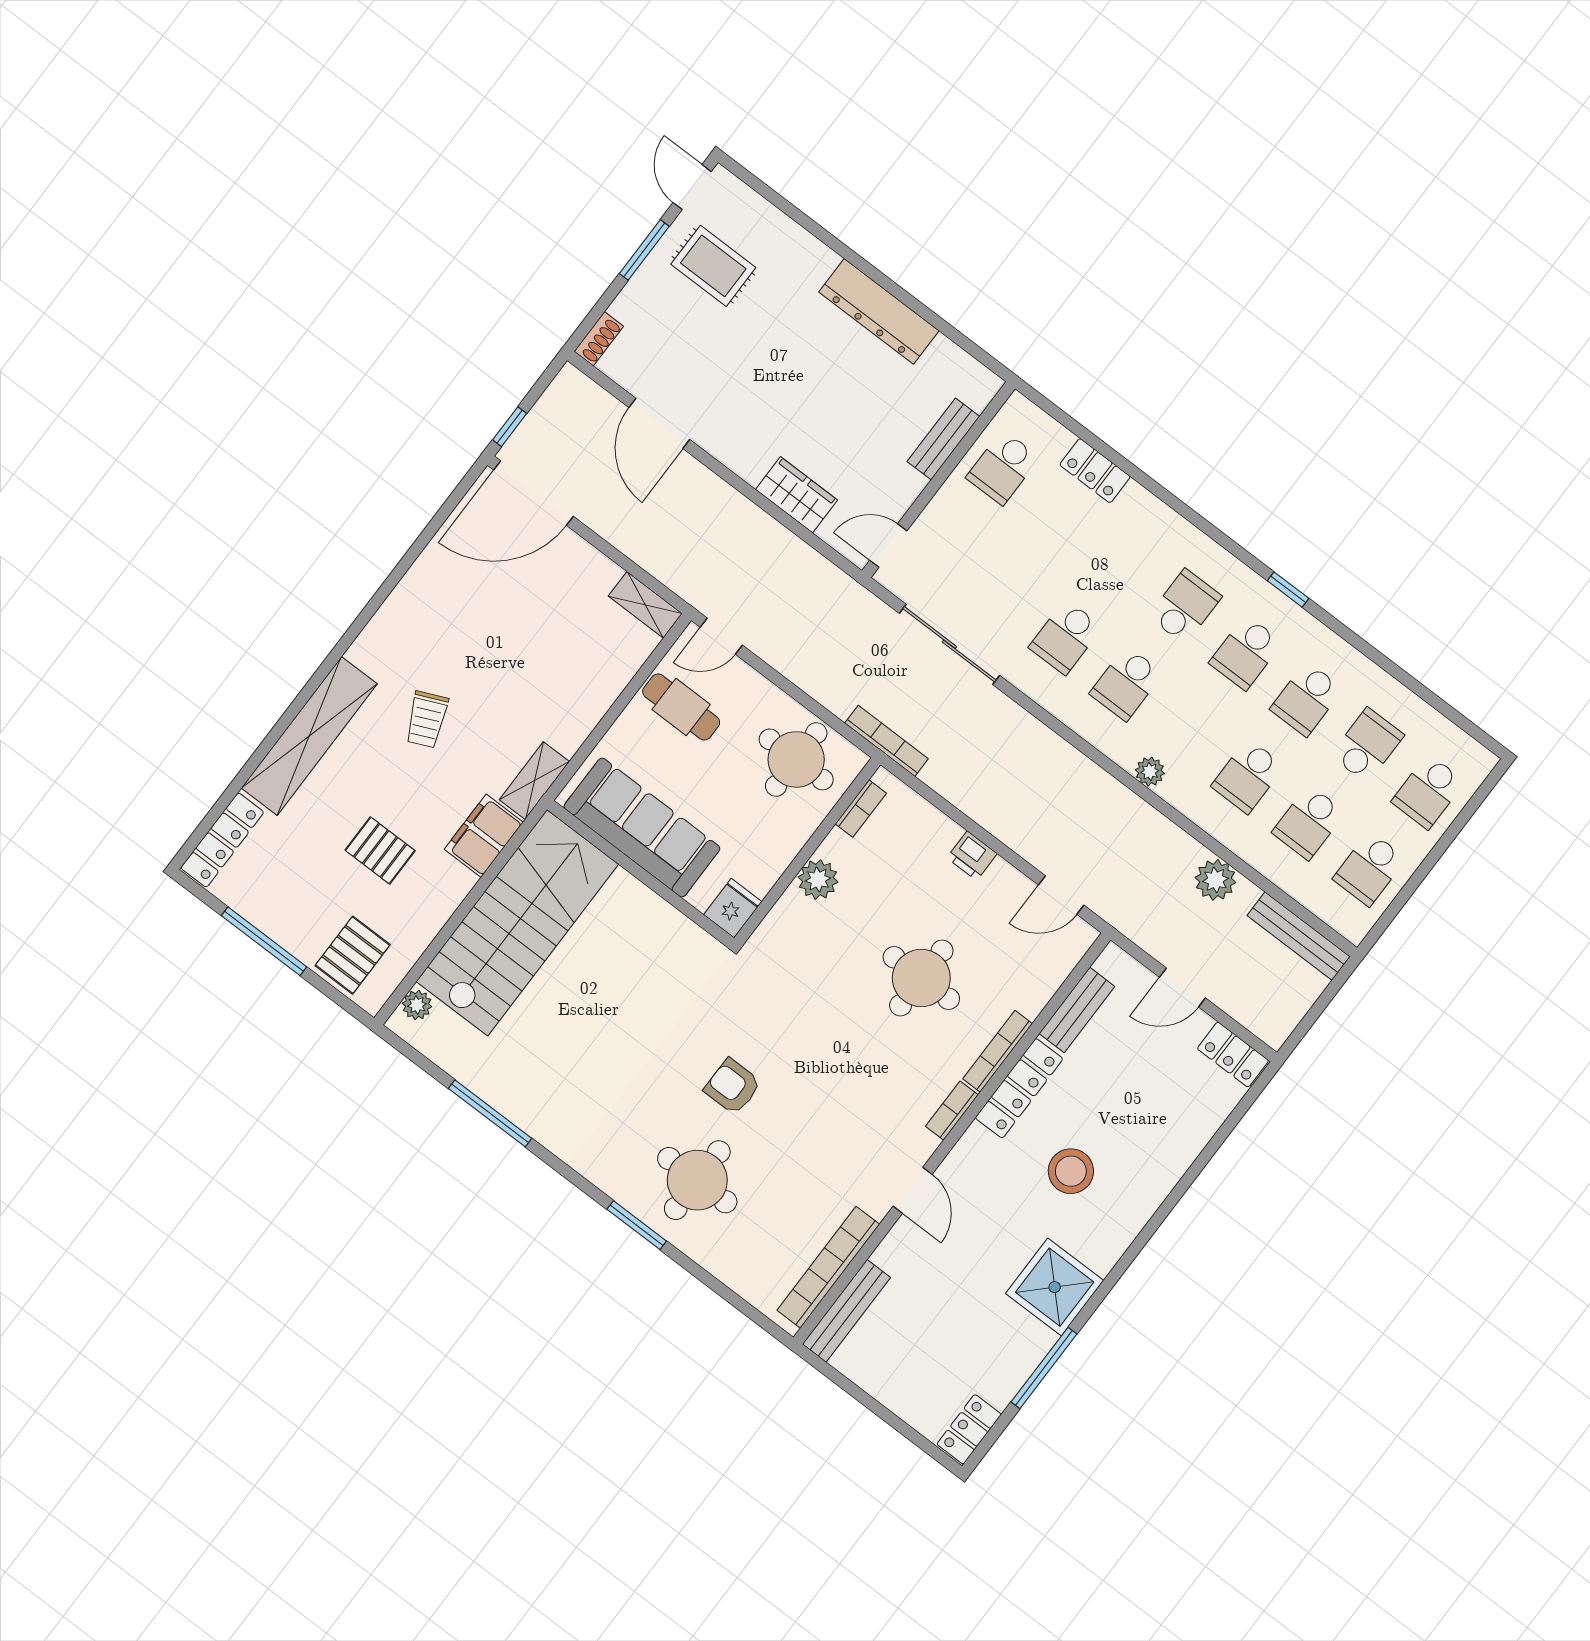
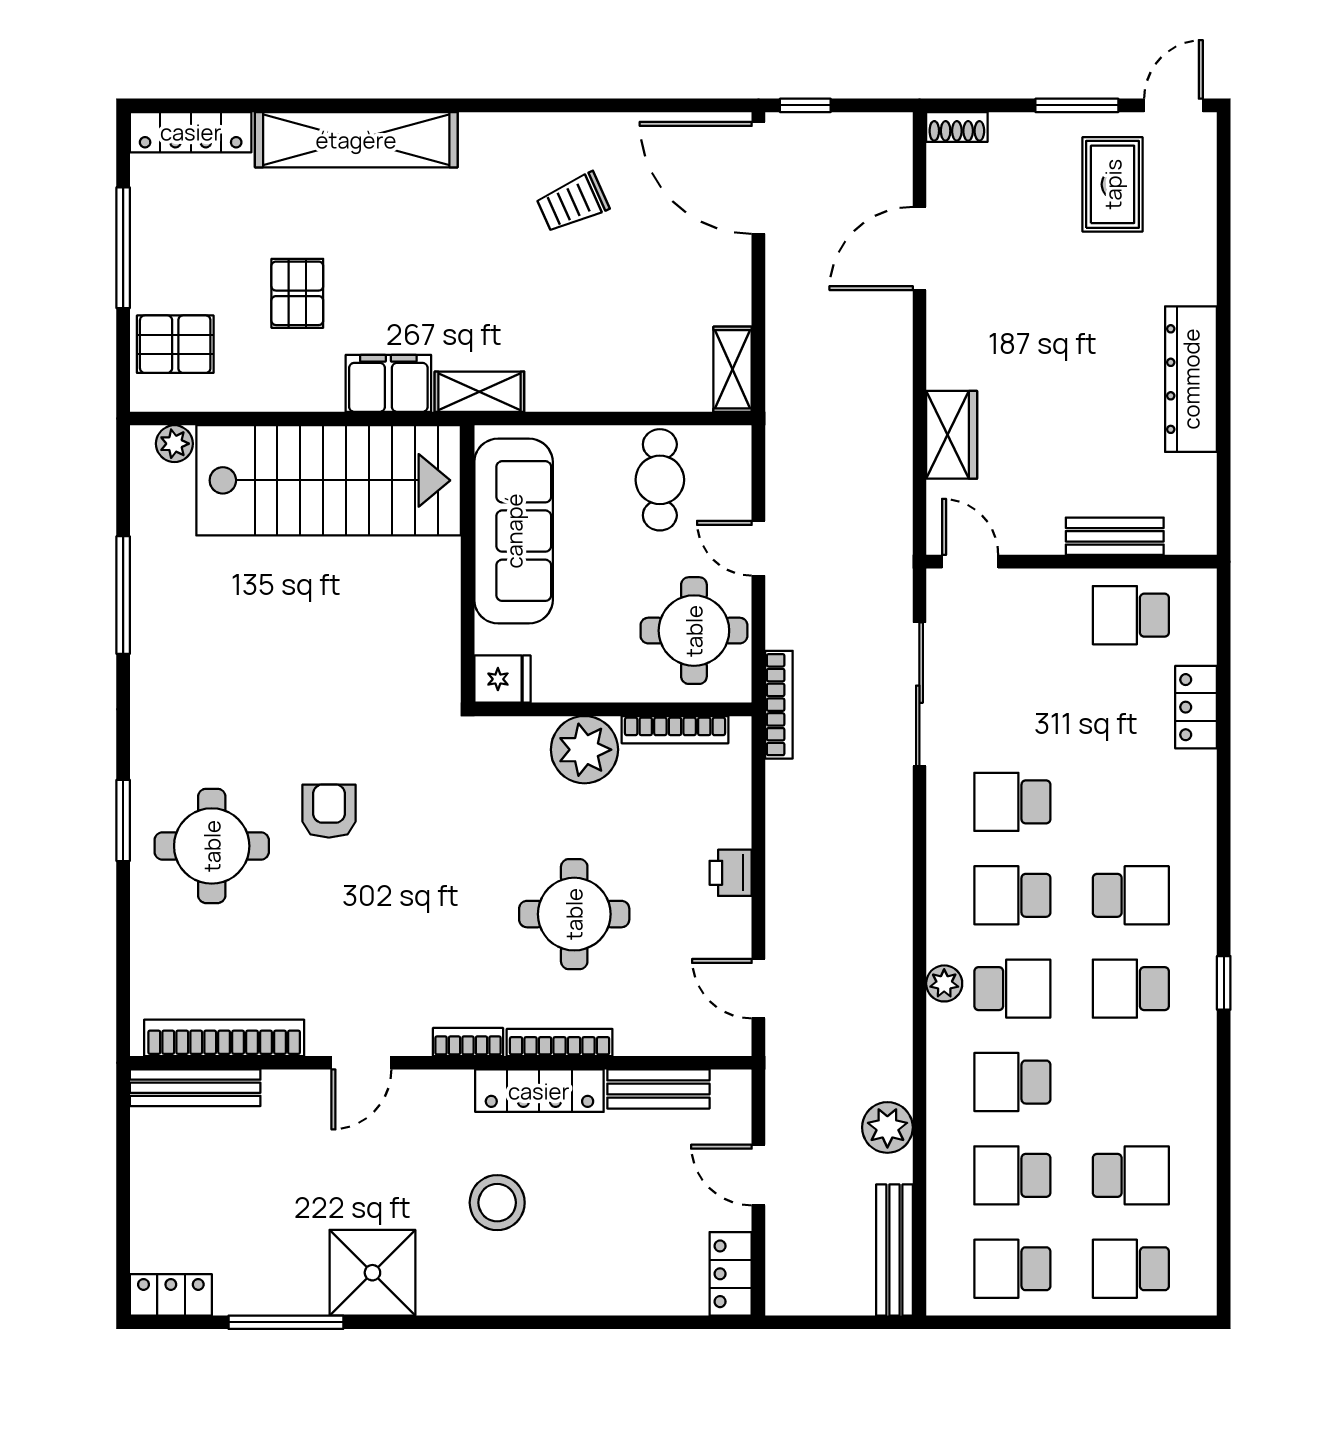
door: (721, 636) -> (758, 548), moved
school desk: (1307, 699) -> (1012, 989), moved, turned 180
trolley: (427, 719) -> (573, 202), moved
bookcase: (861, 808) -> (675, 730), width x1.56
plant: (818, 880) -> (584, 750), width x1.36, depth x1.36

